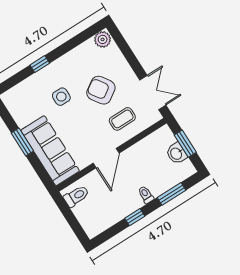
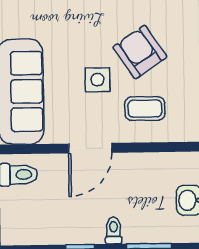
side table: (61, 97) -> (98, 80), moved

